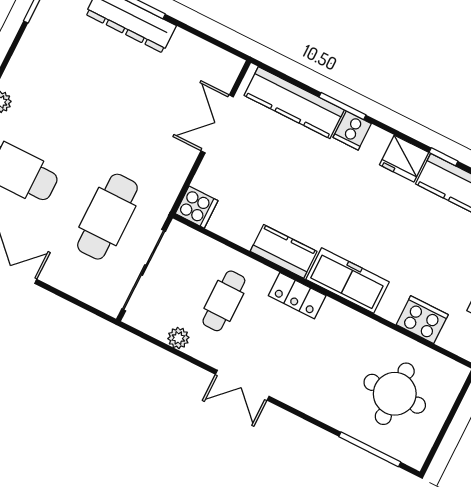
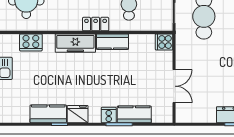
kitchen counter: (294, 103) -> (134, 114), width x0.67

